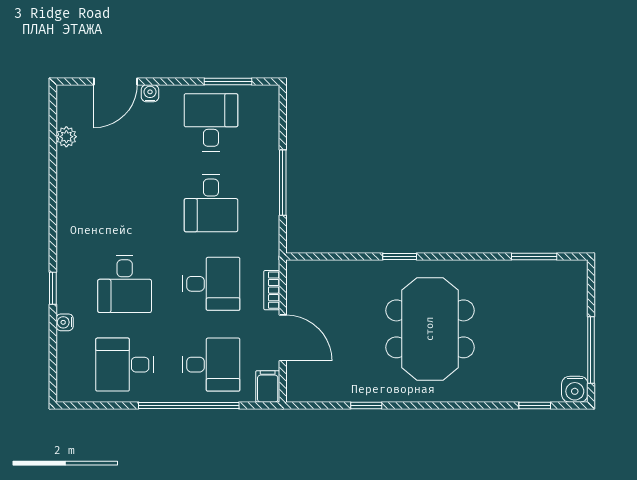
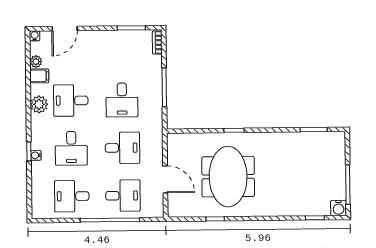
water cooler: (150, 93) -> (35, 36), moved
desk: (211, 122) -> (71, 101), moved, turned -90
plant: (71, 209) -> (39, 104), added
bookcase: (272, 290) -> (157, 43), moved
water cooler: (65, 322) -> (36, 155), moved
meeting table: (430, 329) -> (228, 177), moved
filing cabinet: (268, 386) -> (39, 76), moved, turned 90

